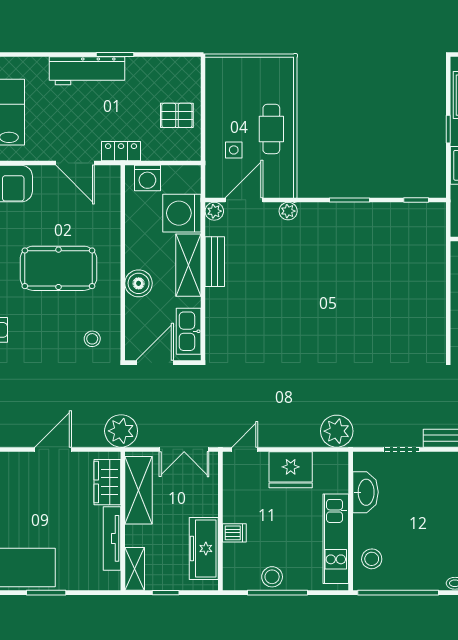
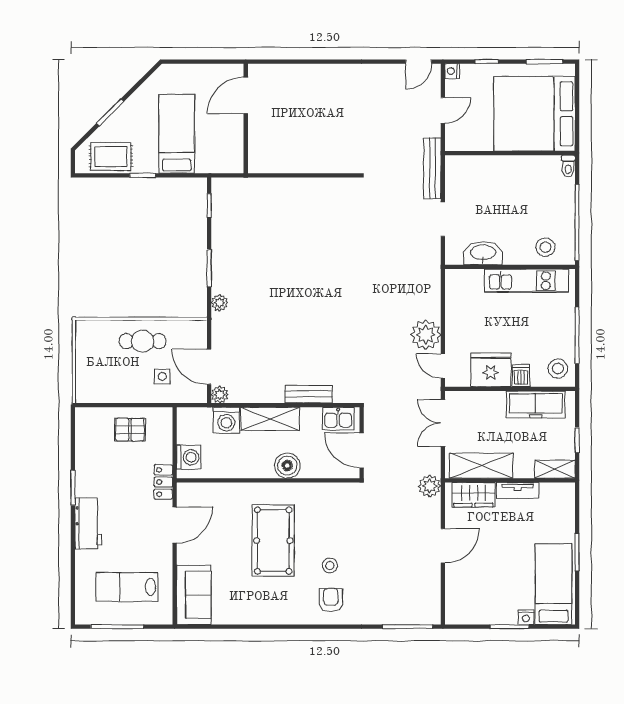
workbench: (87, 71) -> (88, 523), width x0.73
pallet: (177, 115) -> (130, 430), turned 90
plant: (288, 211) -> (220, 303), moved
washing machine: (182, 213) -> (226, 420), width x0.73, depth x0.73
bench: (215, 262) -> (309, 394), moved
kitchen sink: (189, 331) -> (338, 419), width x0.73
stool: (92, 339) -> (330, 566), moved
plant: (121, 431) -> (430, 486), width x0.73, depth x0.73
plant: (337, 431) -> (426, 335), moved
door: (53, 449) -> (443, 546), swing flipped
double door: (184, 449) -> (443, 423), swing flipped
fridge: (291, 470) -> (491, 370), moved, turned -90
tv unit: (112, 538) -> (518, 490), width x0.71
stool: (272, 577) -> (558, 369), moved

